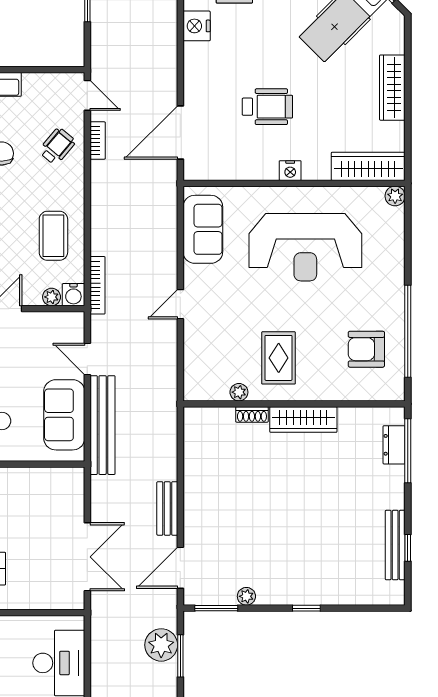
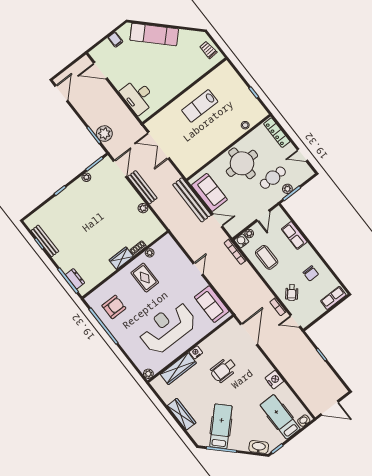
wardrobe: (368, 166) -> (178, 369), moved
wardrobe: (303, 420) -> (121, 258), width x0.67
plant: (193, 474) -> (143, 208), added
bench: (167, 508) -> (142, 187), width x1.36

